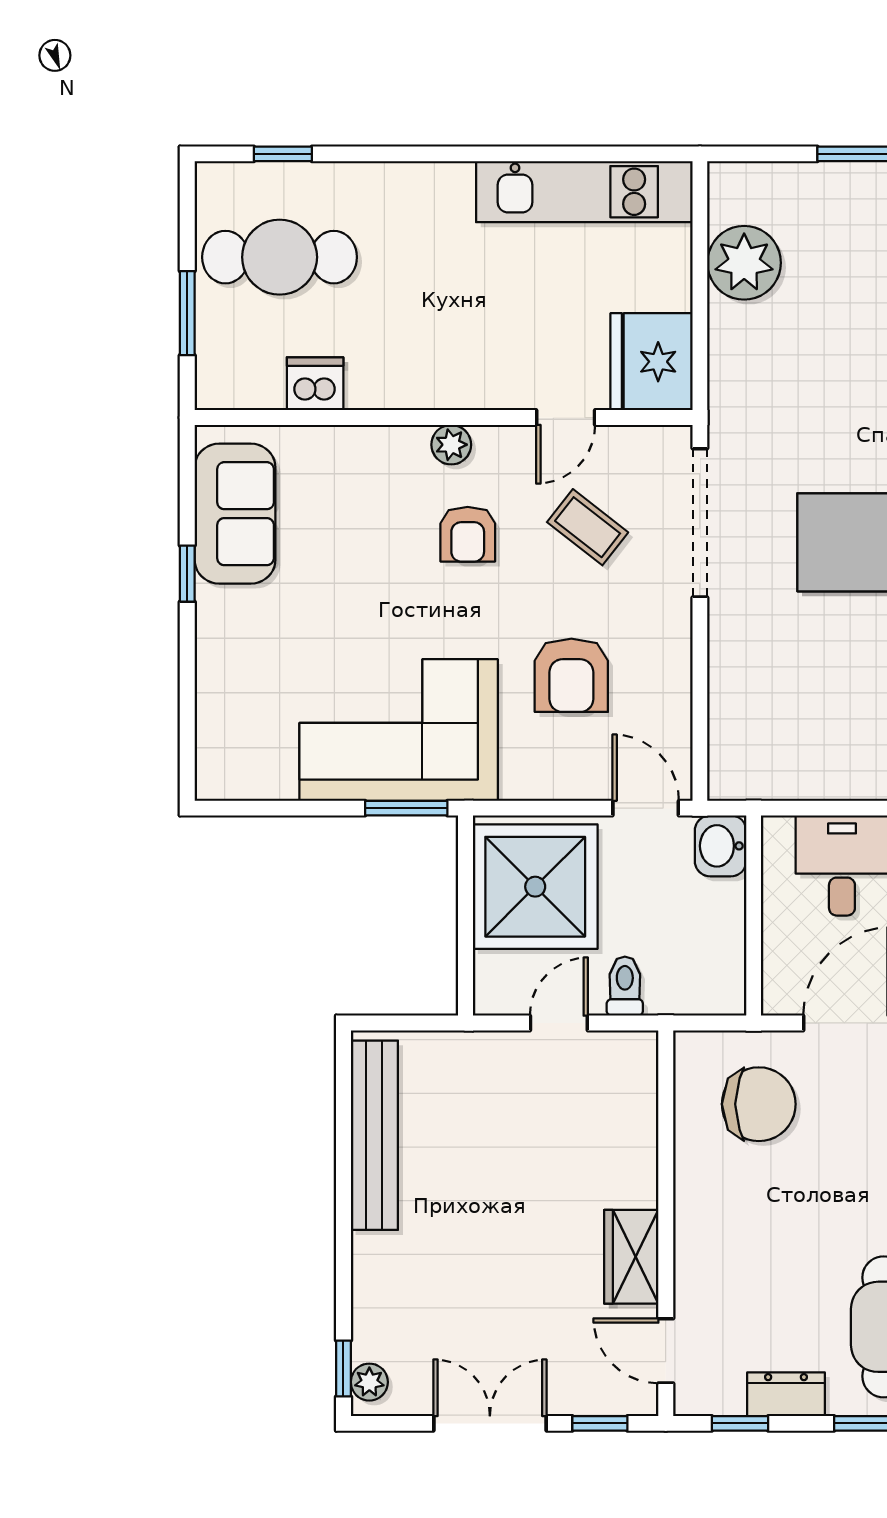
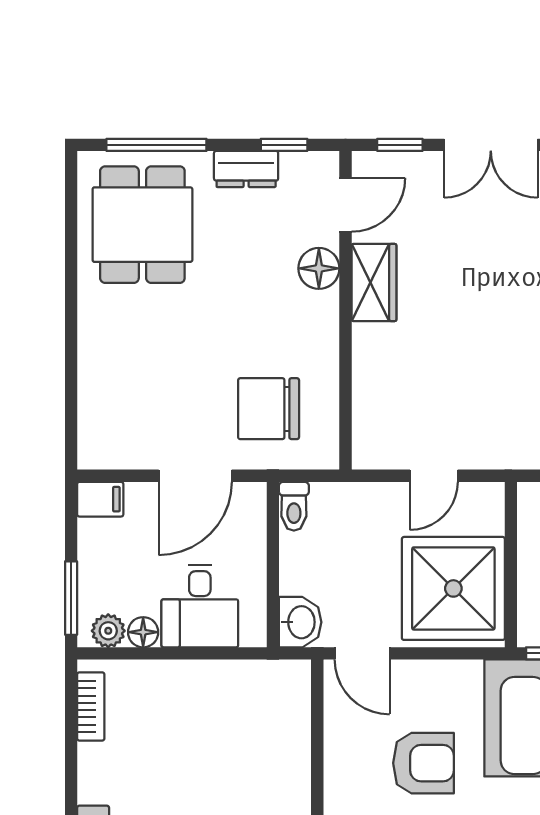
armchair: (571, 675) -> (424, 763), turned 90
toilet: (625, 986) -> (294, 506), moved
floor lamp: (698, 1274) -> (319, 268), added
door: (666, 1351) -> (345, 205), hinge flipped

